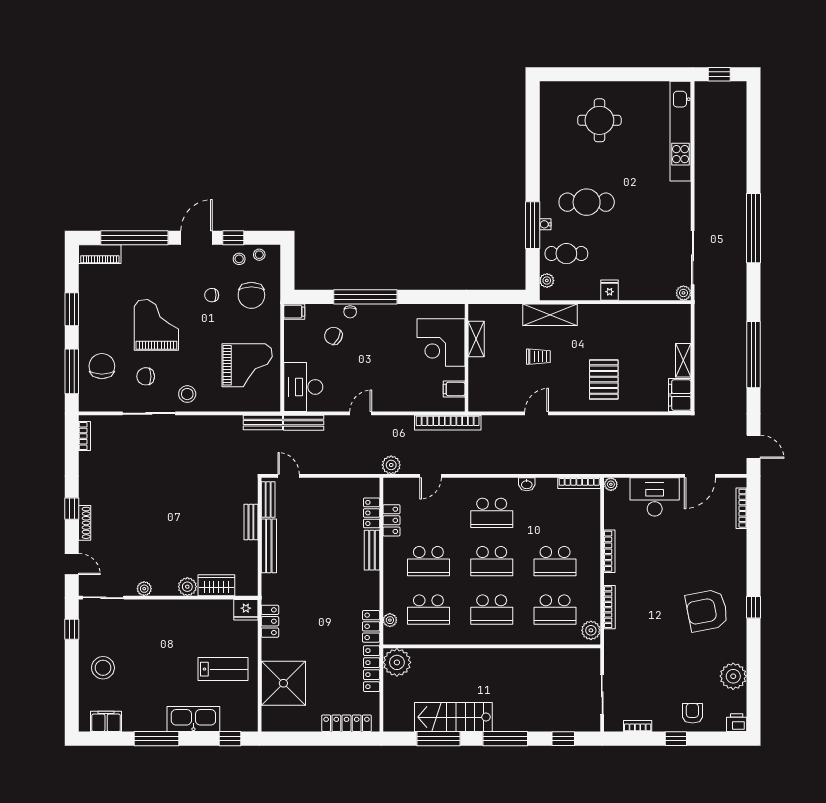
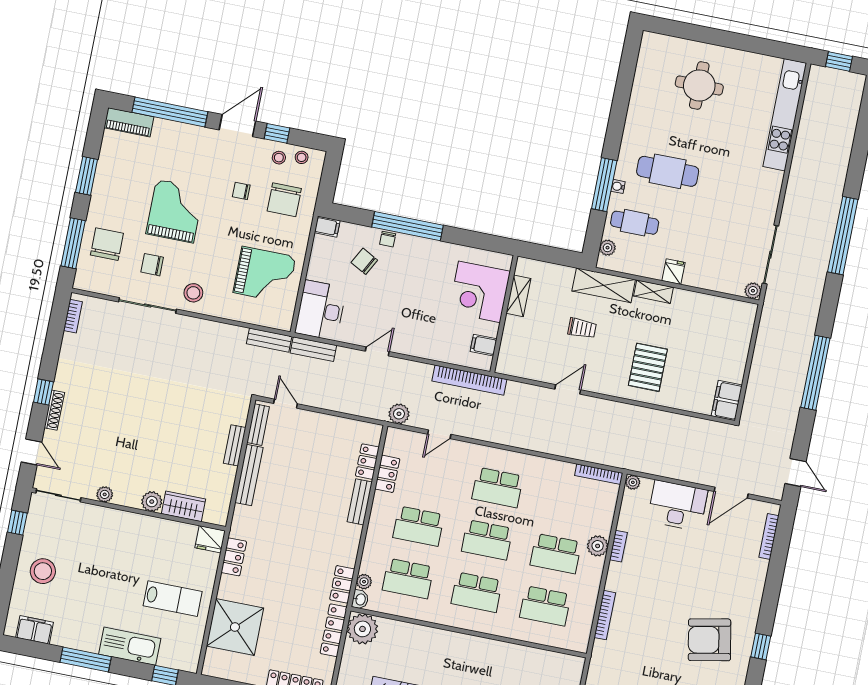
shelving: (683, 360) -> (654, 292), moved, turned 90
washbasin: (527, 484) -> (360, 599), moved, turned -90
bookcase: (609, 551) -> (618, 546), width x0.64
plant: (591, 630) -> (598, 546), moved

